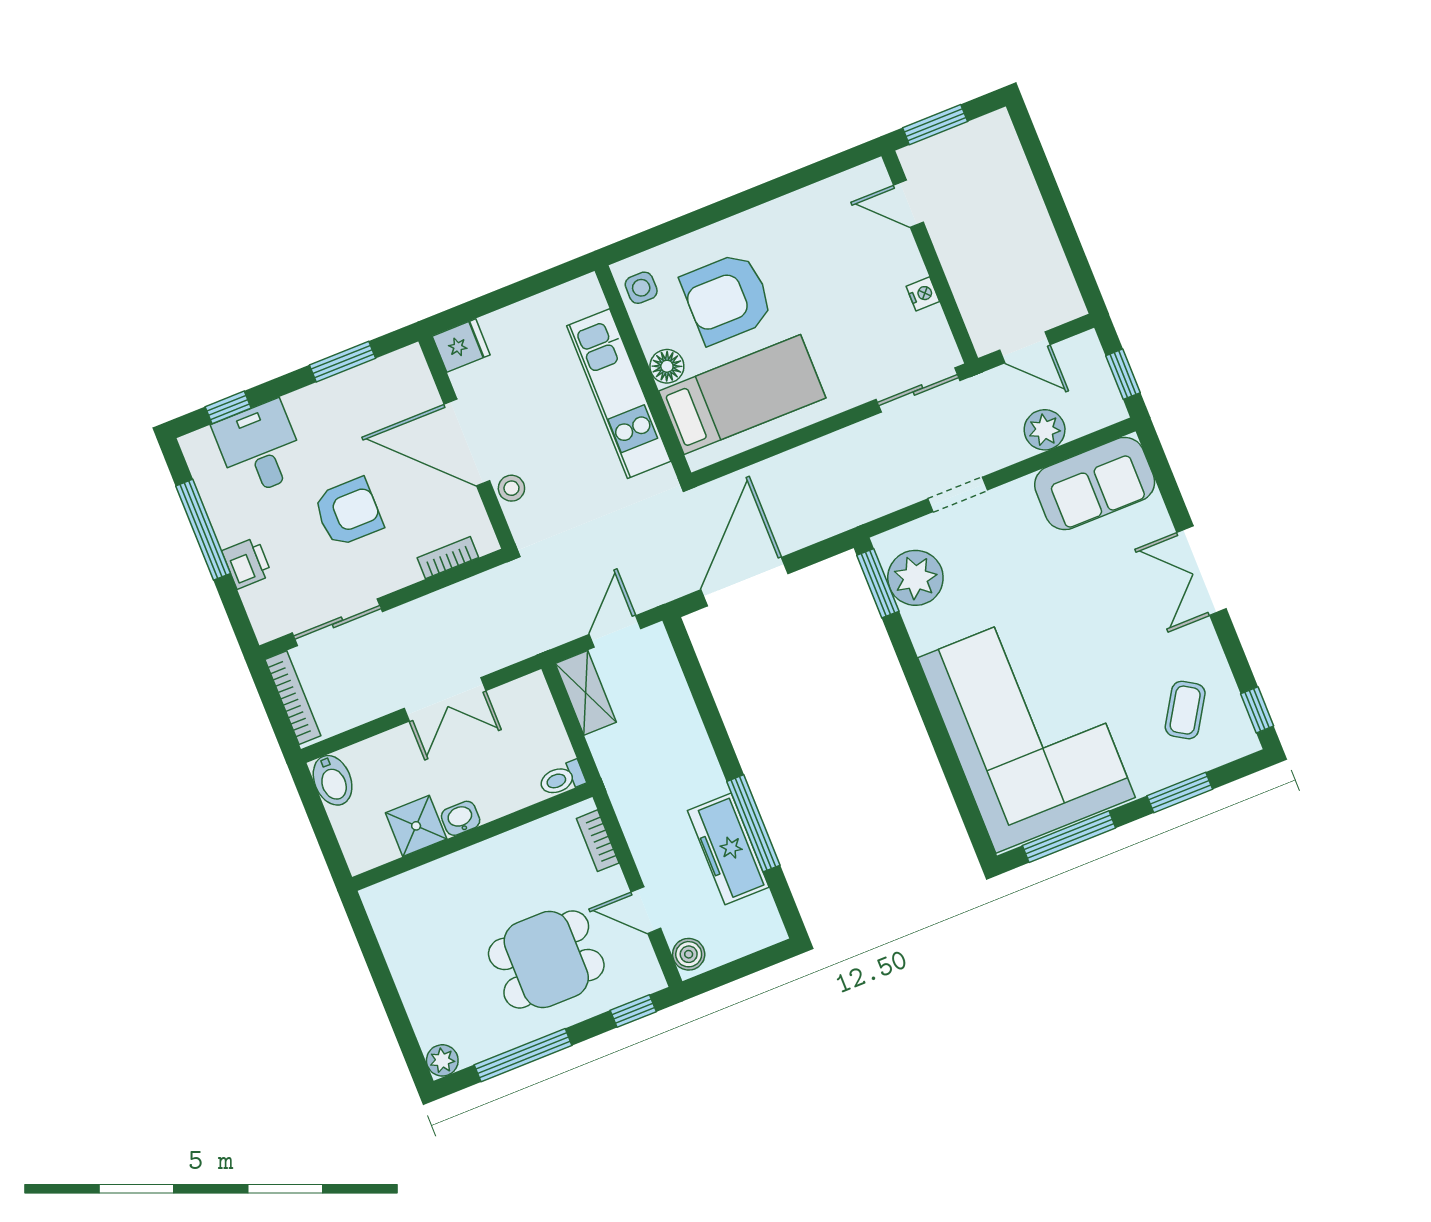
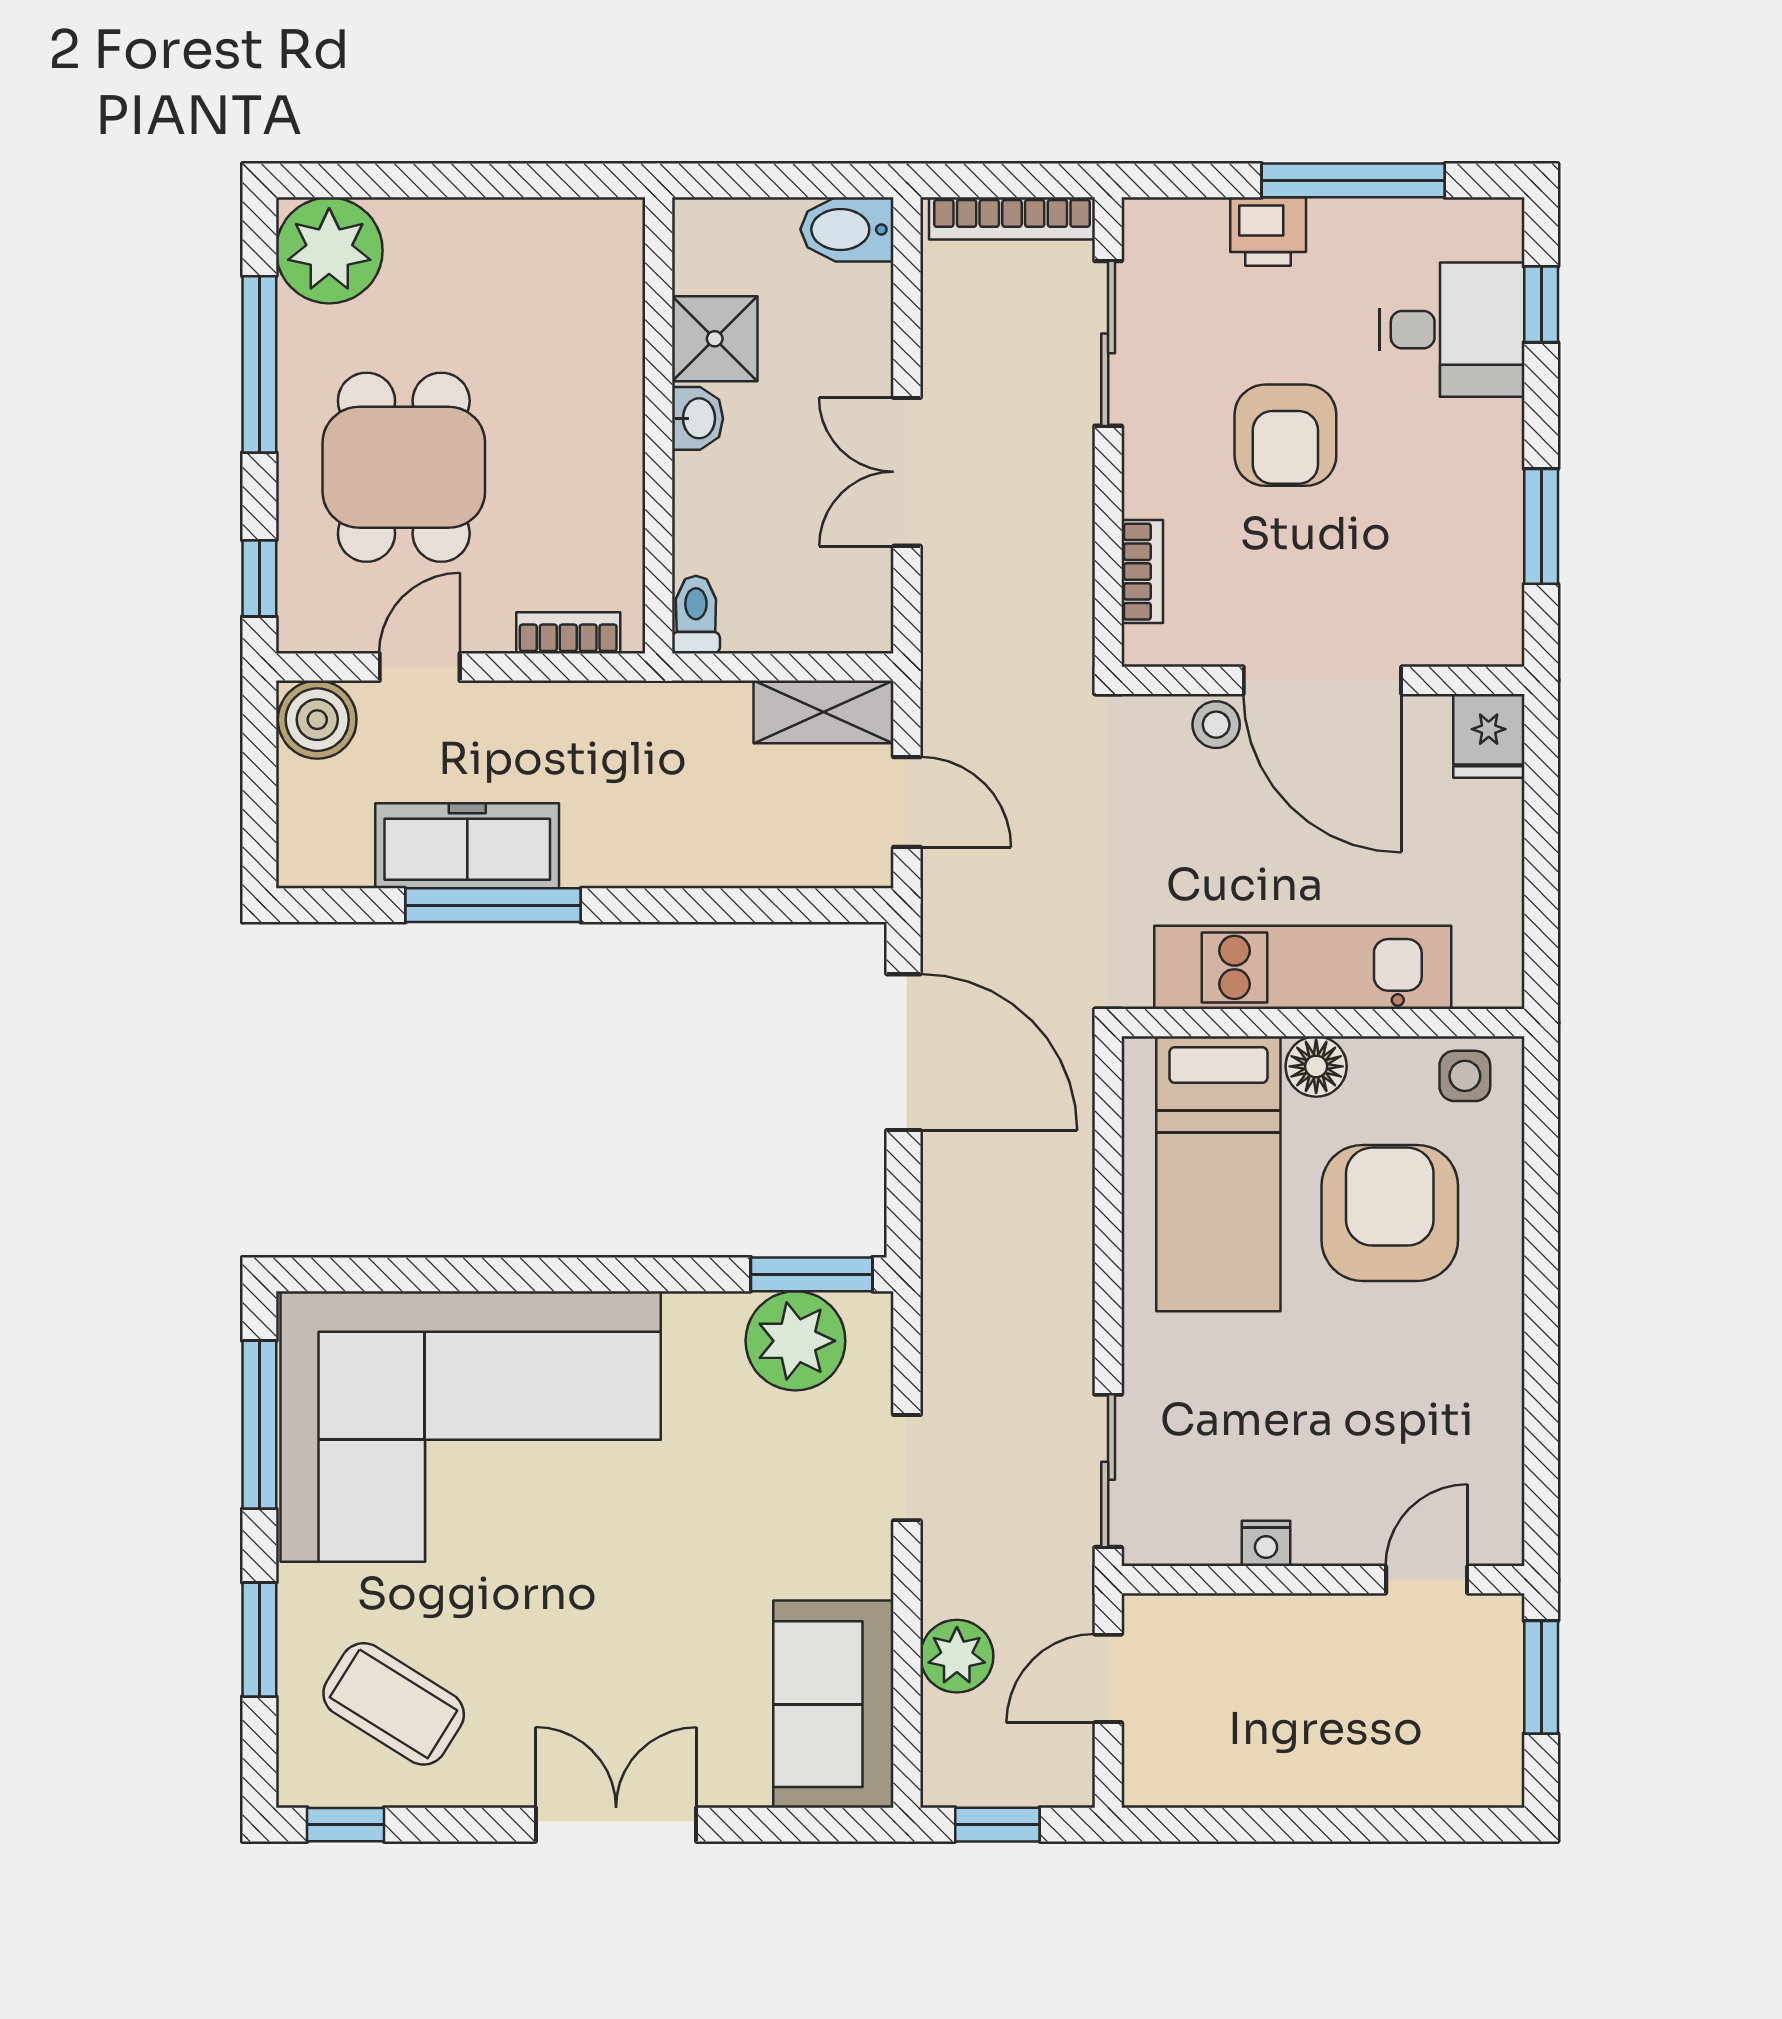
door: (467, 443) -> (1322, 680), swing flipped
coffee table: (1185, 710) -> (394, 1704), width x1.36, depth x1.30
boiler: (689, 954) -> (317, 720), width x1.36, depth x1.36
plant: (442, 1060) -> (329, 250), width x1.88, depth x1.88

